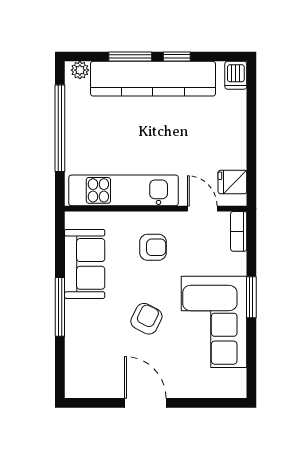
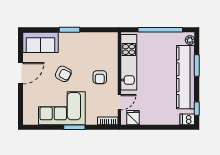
window: (177, 57) -> (197, 109), moved
sofa: (85, 264) -> (41, 42), moved
window: (60, 307) -> (69, 30), width x0.69

